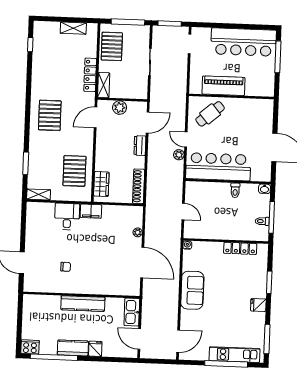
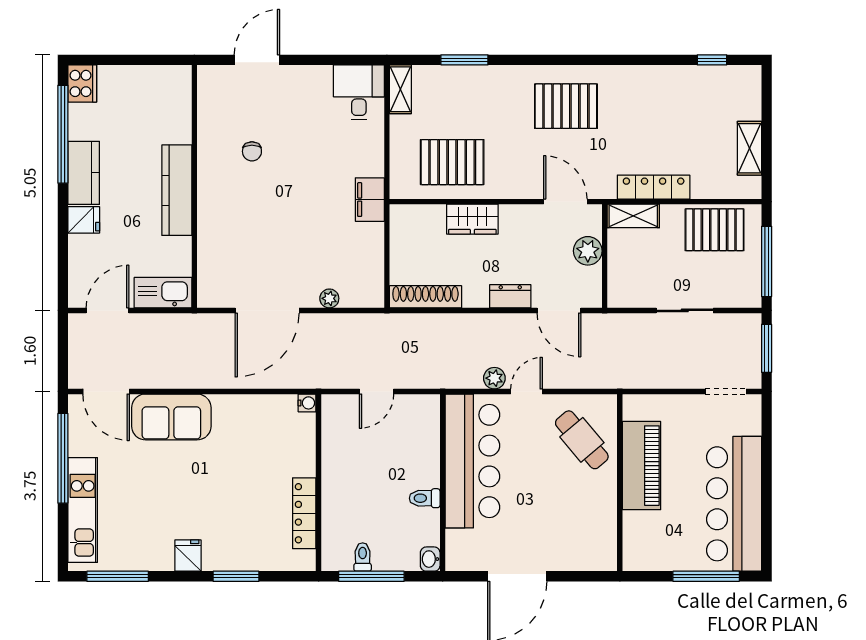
wardrobe: (101, 184) -> (472, 219), moved
desk: (67, 216) -> (359, 92), moved, turned -90
sofa: (192, 290) -> (171, 417), moved
window: (226, 364) -> (63, 458), moved

